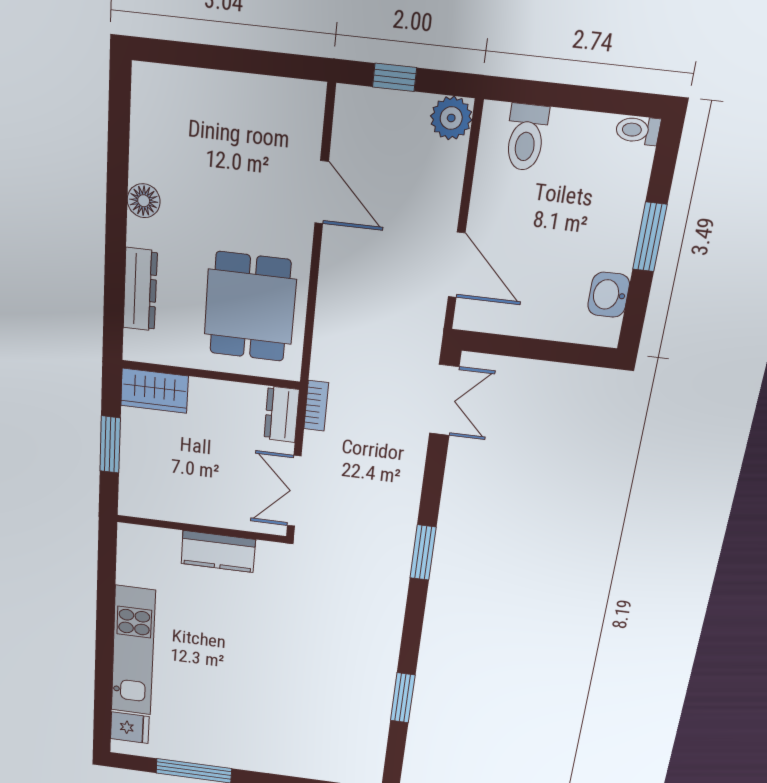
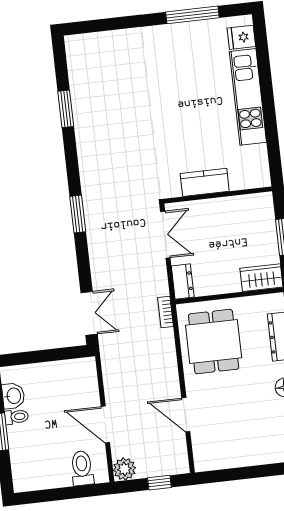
toilet: (638, 130) -> (17, 417), moved
door: (457, 265) -> (105, 425), moved
double door: (444, 400) -> (89, 313), swing flipped
bookcase: (316, 406) -> (165, 312), moved

